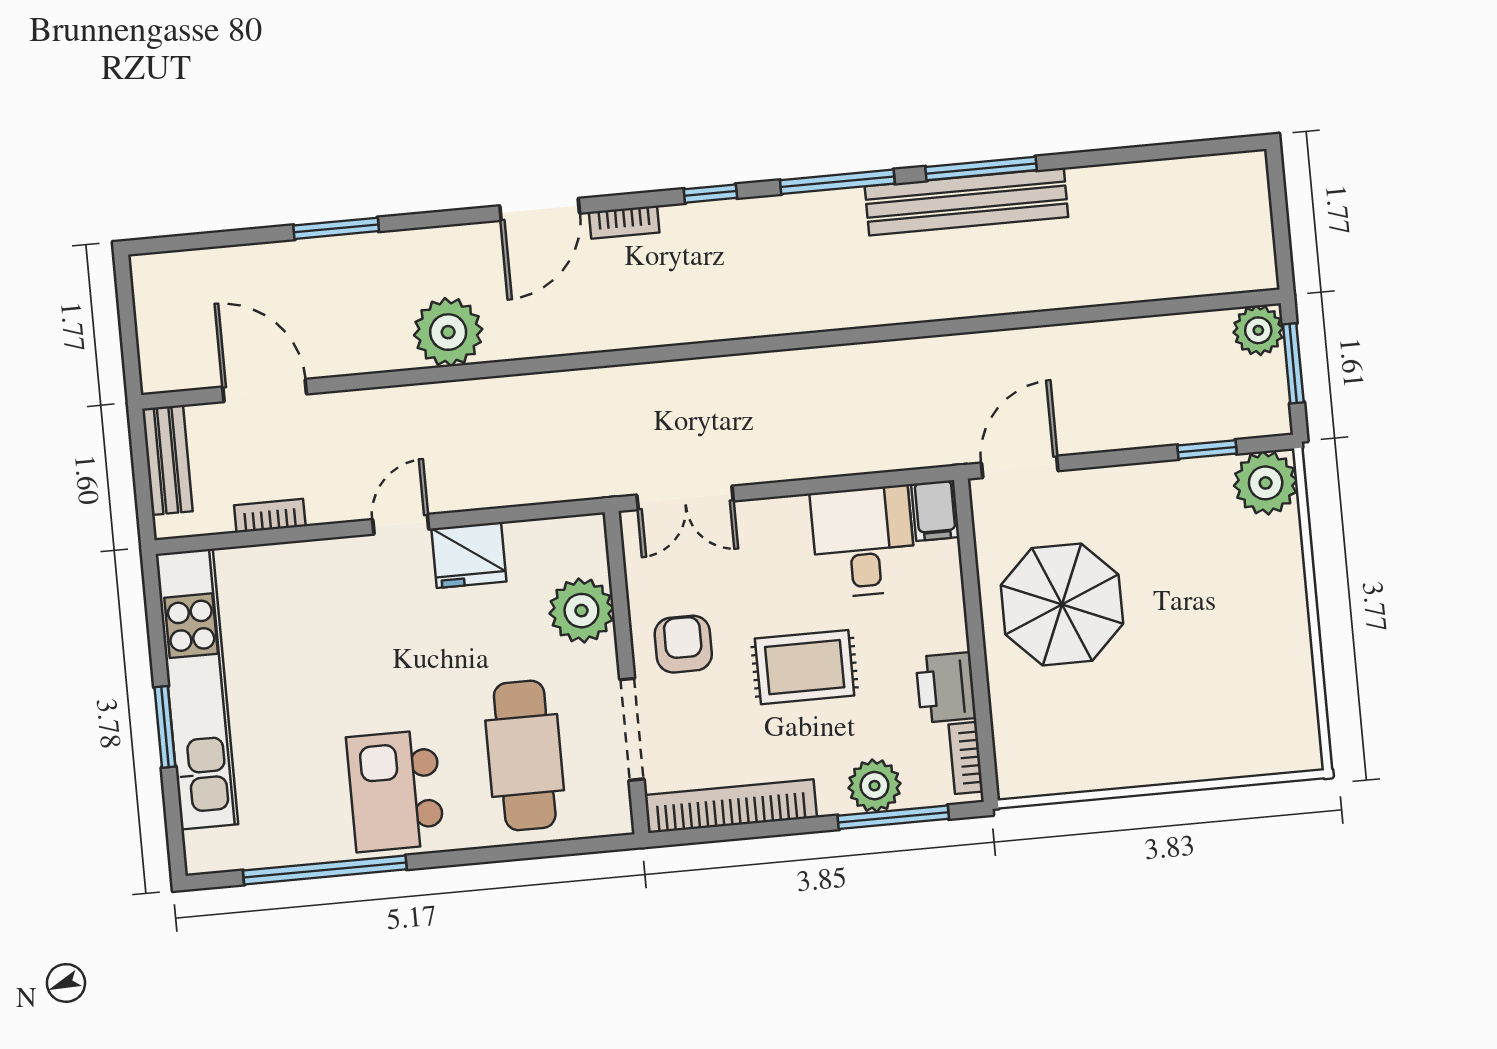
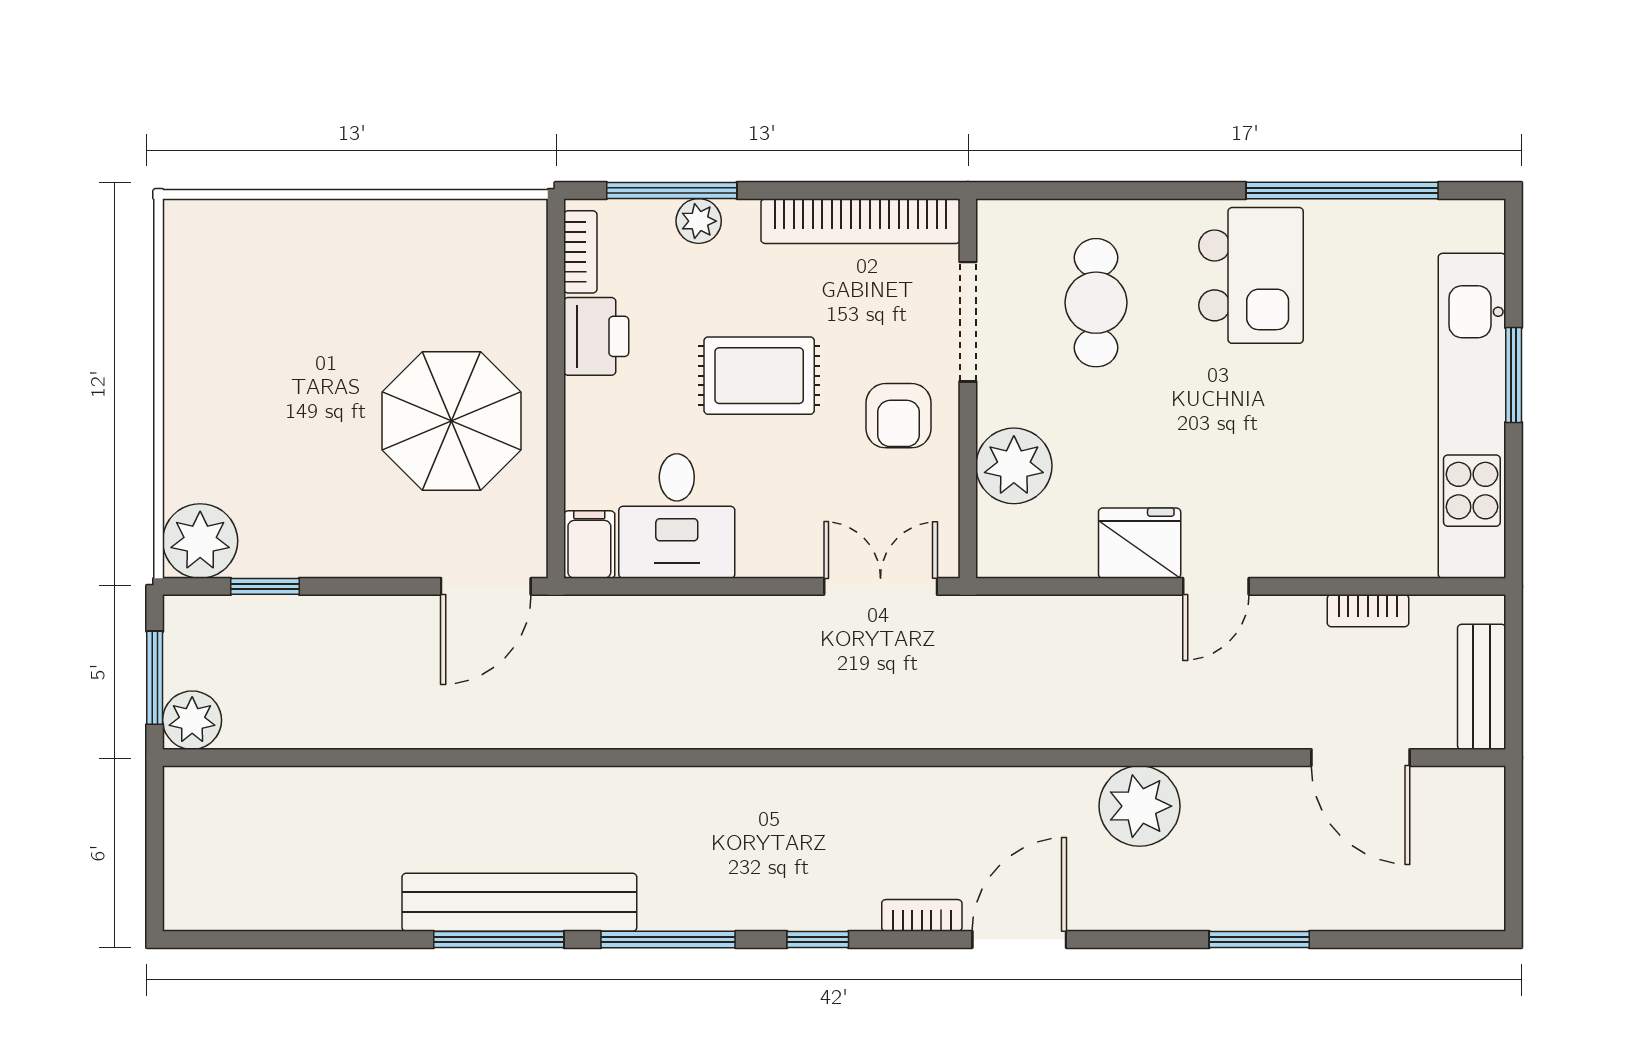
cafe table: (525, 755) -> (1096, 303), width x0.73, depth x0.74
plant: (875, 786) -> (699, 221), width x0.73, depth x0.73

